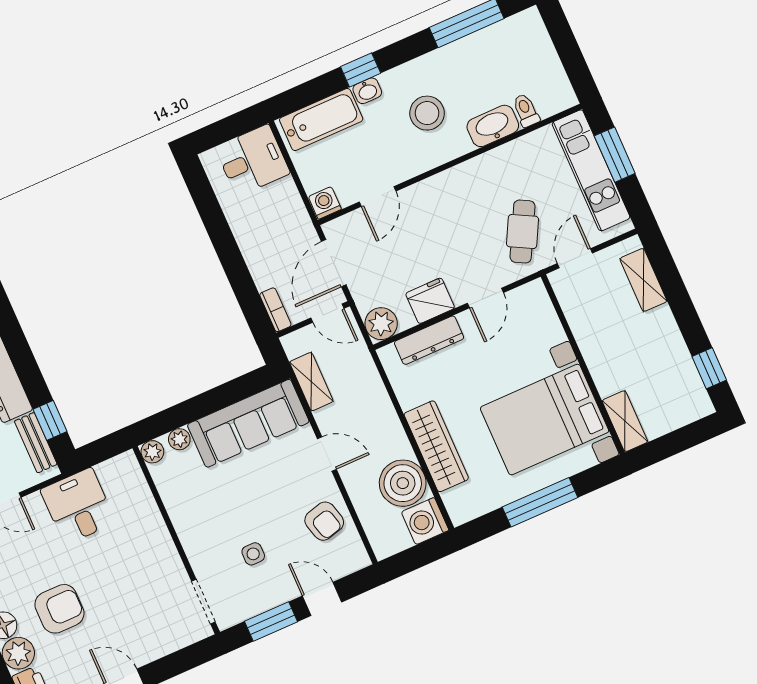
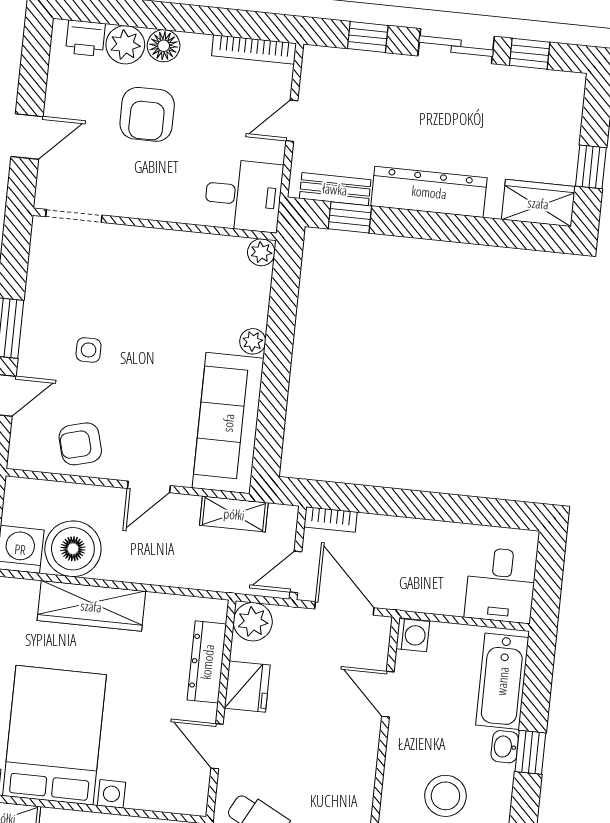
plant: (152, 452) -> (261, 252), moved
wall: (176, 540) -> (155, 224), moved
doorway: (203, 602) -> (74, 216), moved

